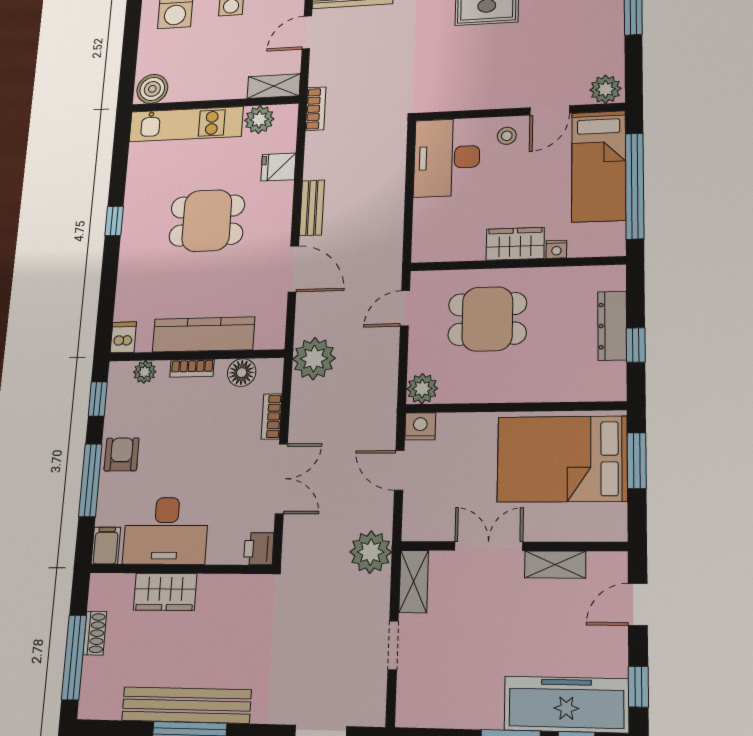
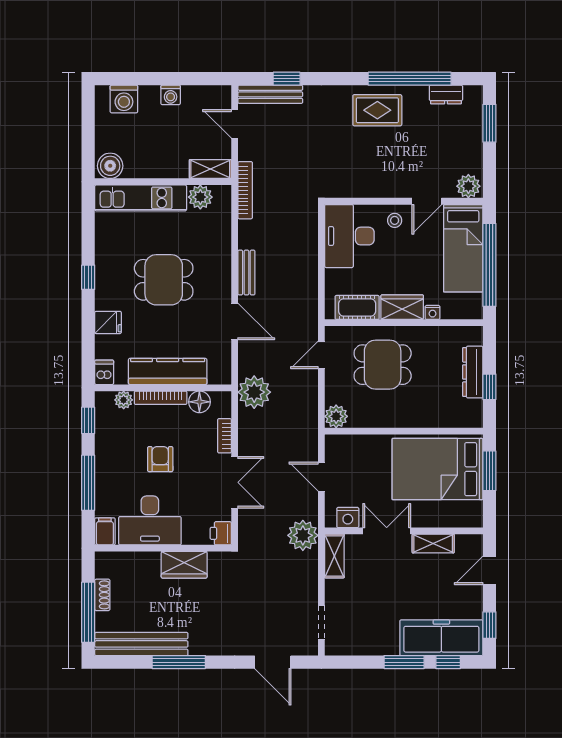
door: (307, 32) -> (235, 124), hinge flipped
bookcase: (316, 109) -> (245, 190), width x1.56
fridge: (278, 167) -> (108, 322), moved, turned 180
cot: (455, 246) -> (357, 307), added
bookcase: (192, 368) -> (161, 398), width x1.56
nightstand: (420, 426) -> (348, 518), moved, turned 180
armchair: (122, 454) -> (160, 459), moved
wardrobe: (165, 592) -> (184, 565), moved
doorway: (393, 645) -> (321, 623), moved
bench: (186, 705) -> (141, 644), moved

